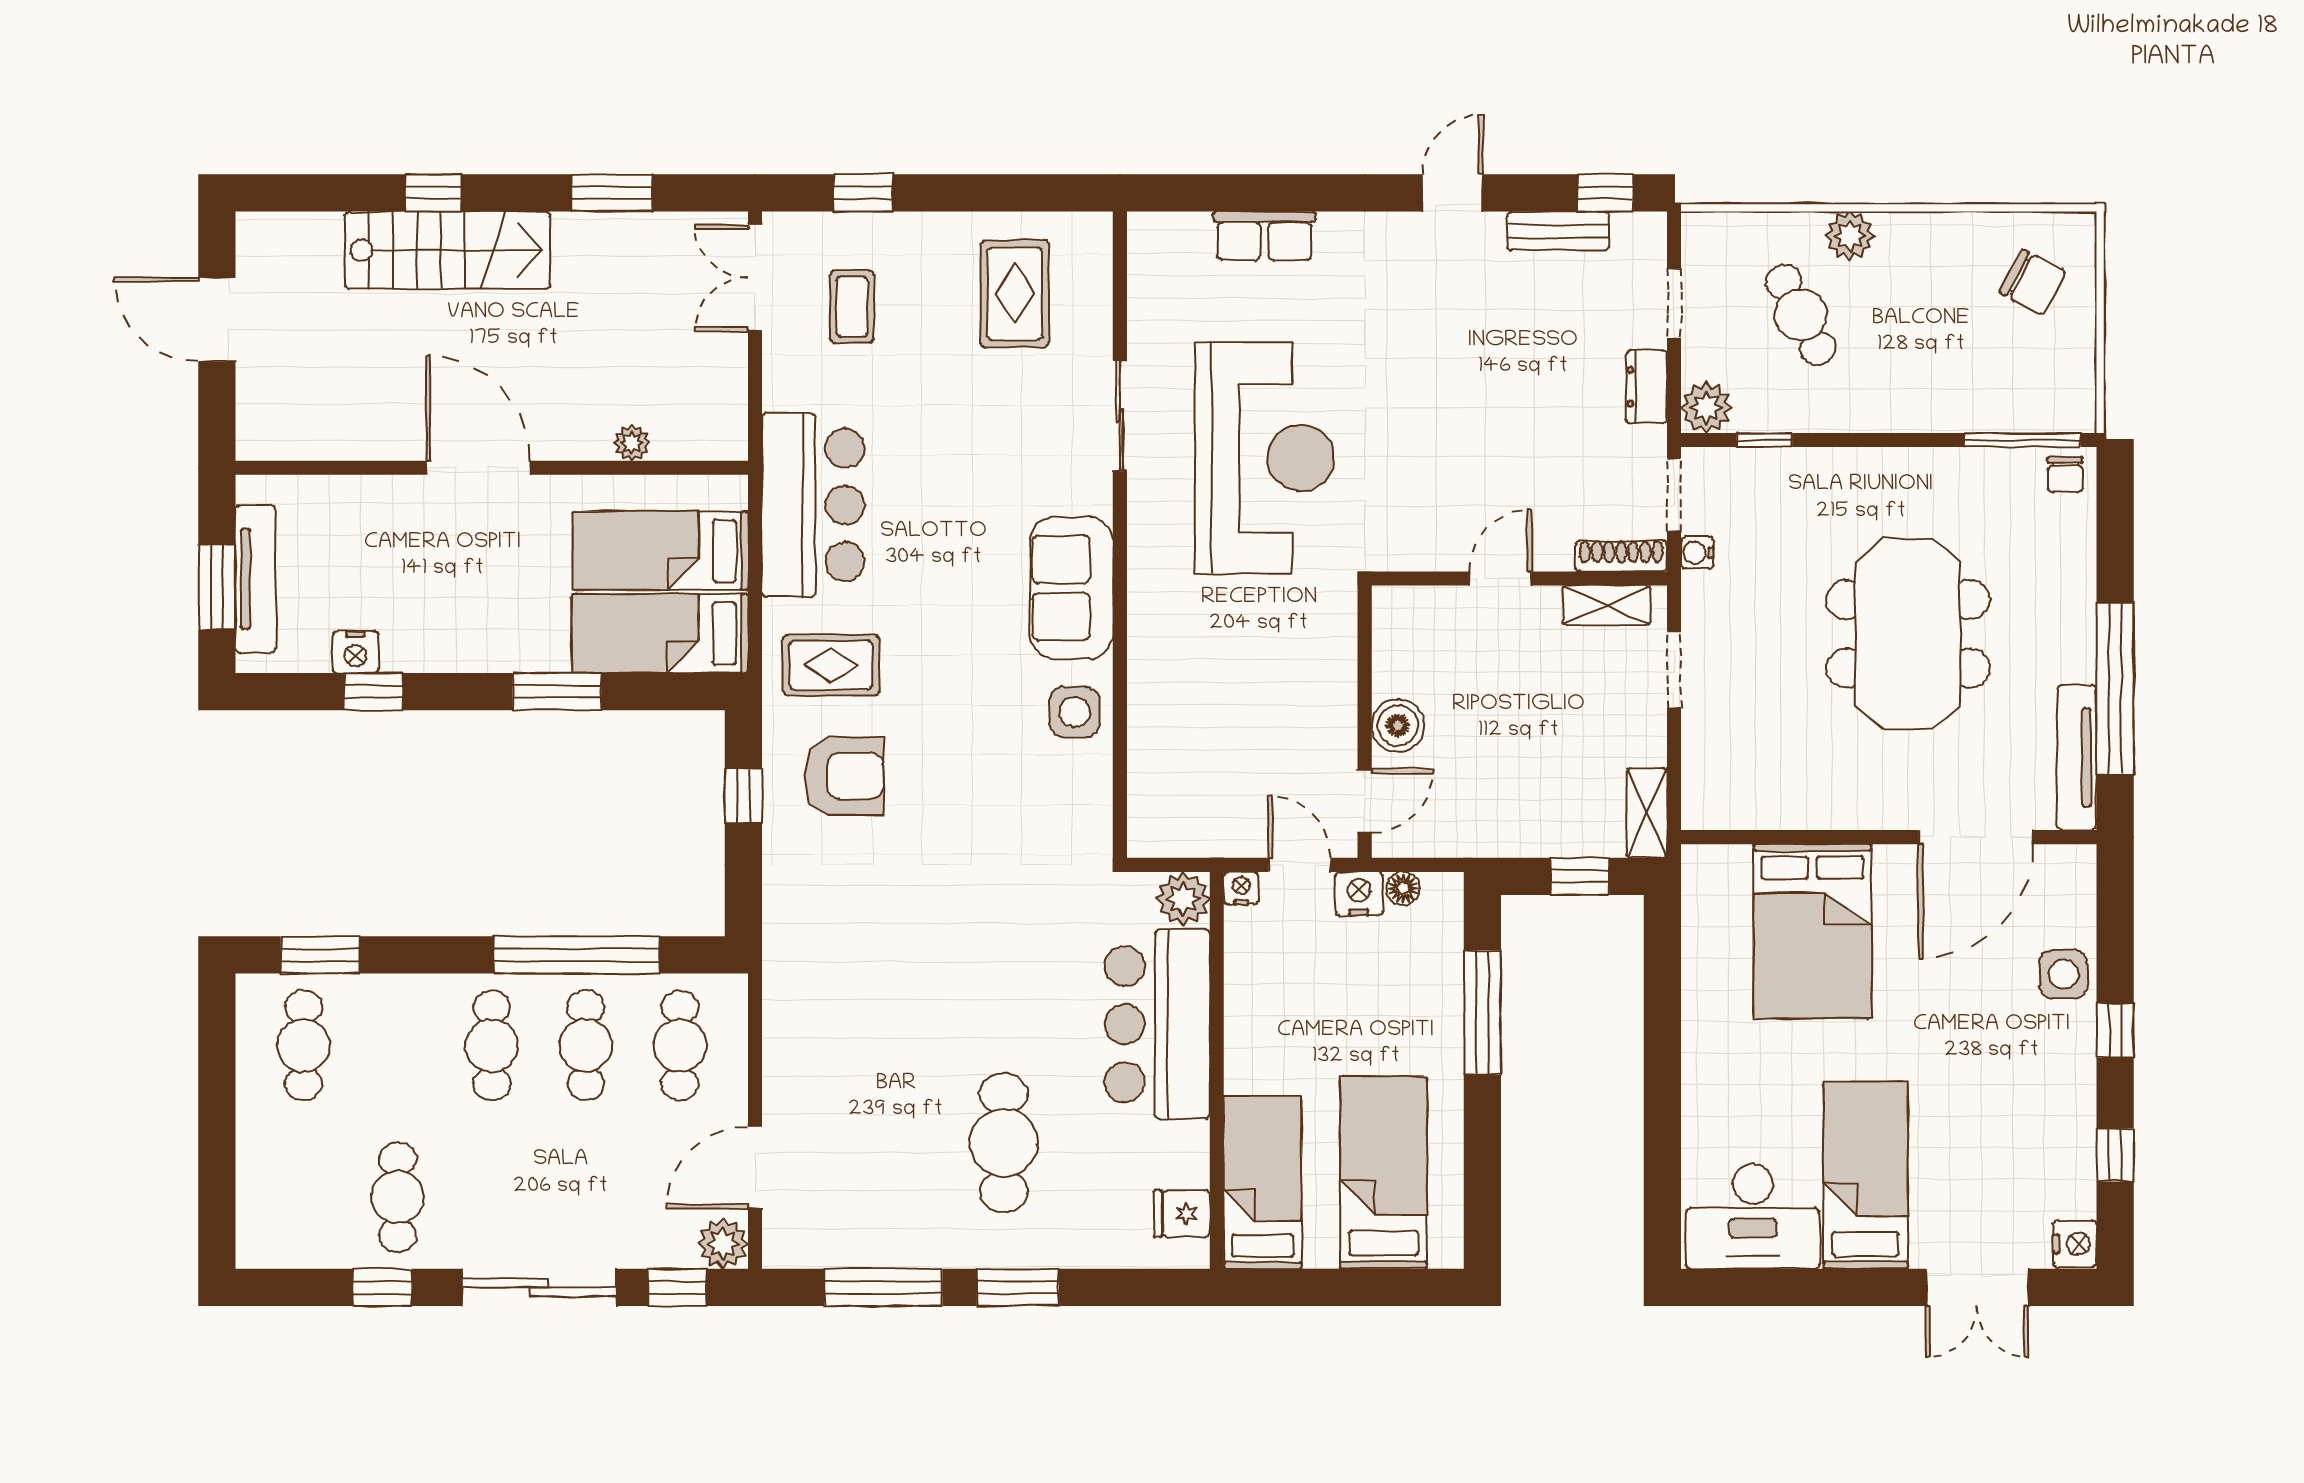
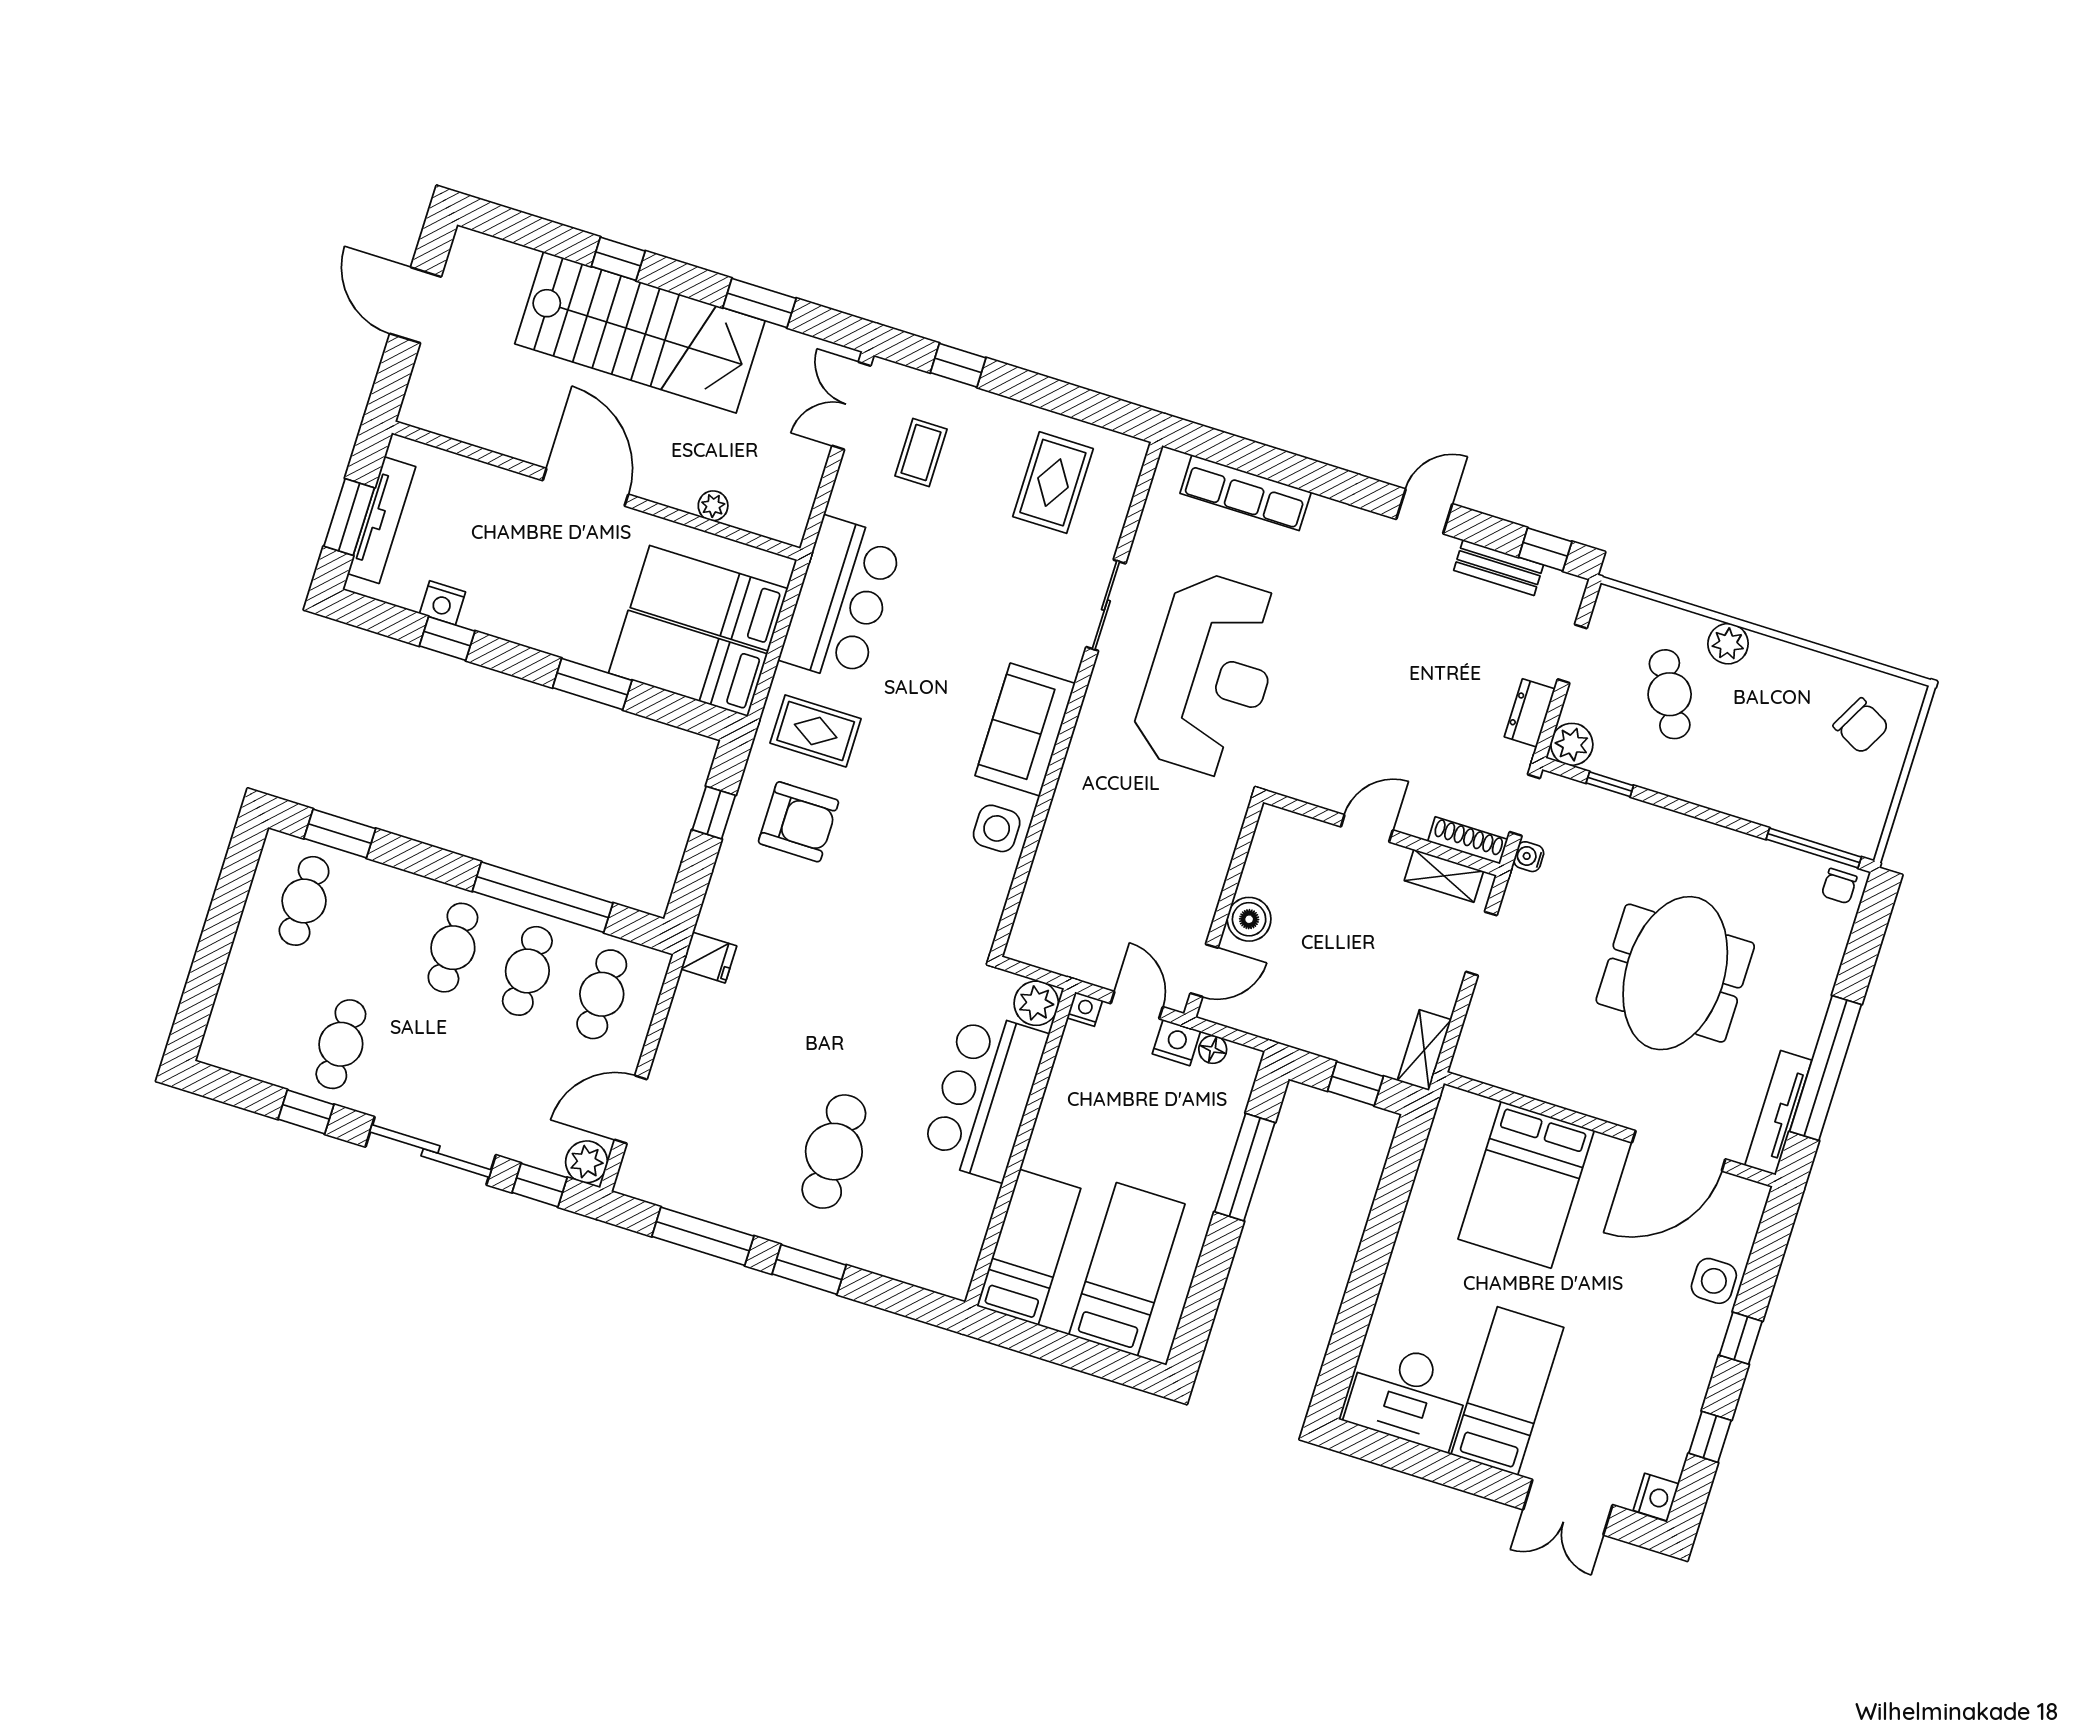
row of seats: (1264, 236) -> (1246, 493), width x1.48
stairs: (448, 250) -> (640, 332), width x1.36, depth x1.51
fridge: (1182, 1214) -> (709, 958), moved, turned 180

